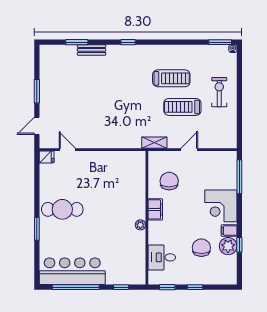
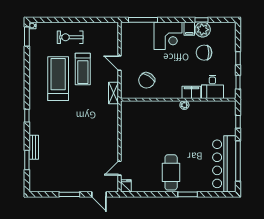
treadmill: (171, 78) -> (58, 79), width x1.37, depth x1.38
chair: (169, 181) -> (147, 80), turned -56
filing cabinet: (155, 209) -> (191, 92), moved

